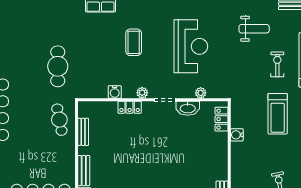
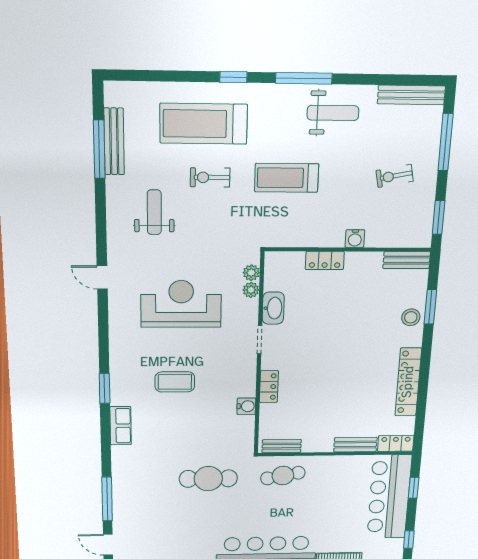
plant: (142, 93) -> (251, 273), moved
treadmill: (278, 114) -> (287, 178), turned 180
locker: (222, 119) -> (325, 260), moved
bench: (83, 132) -> (282, 446), moved
water cooler: (237, 135) -> (355, 239), moved

